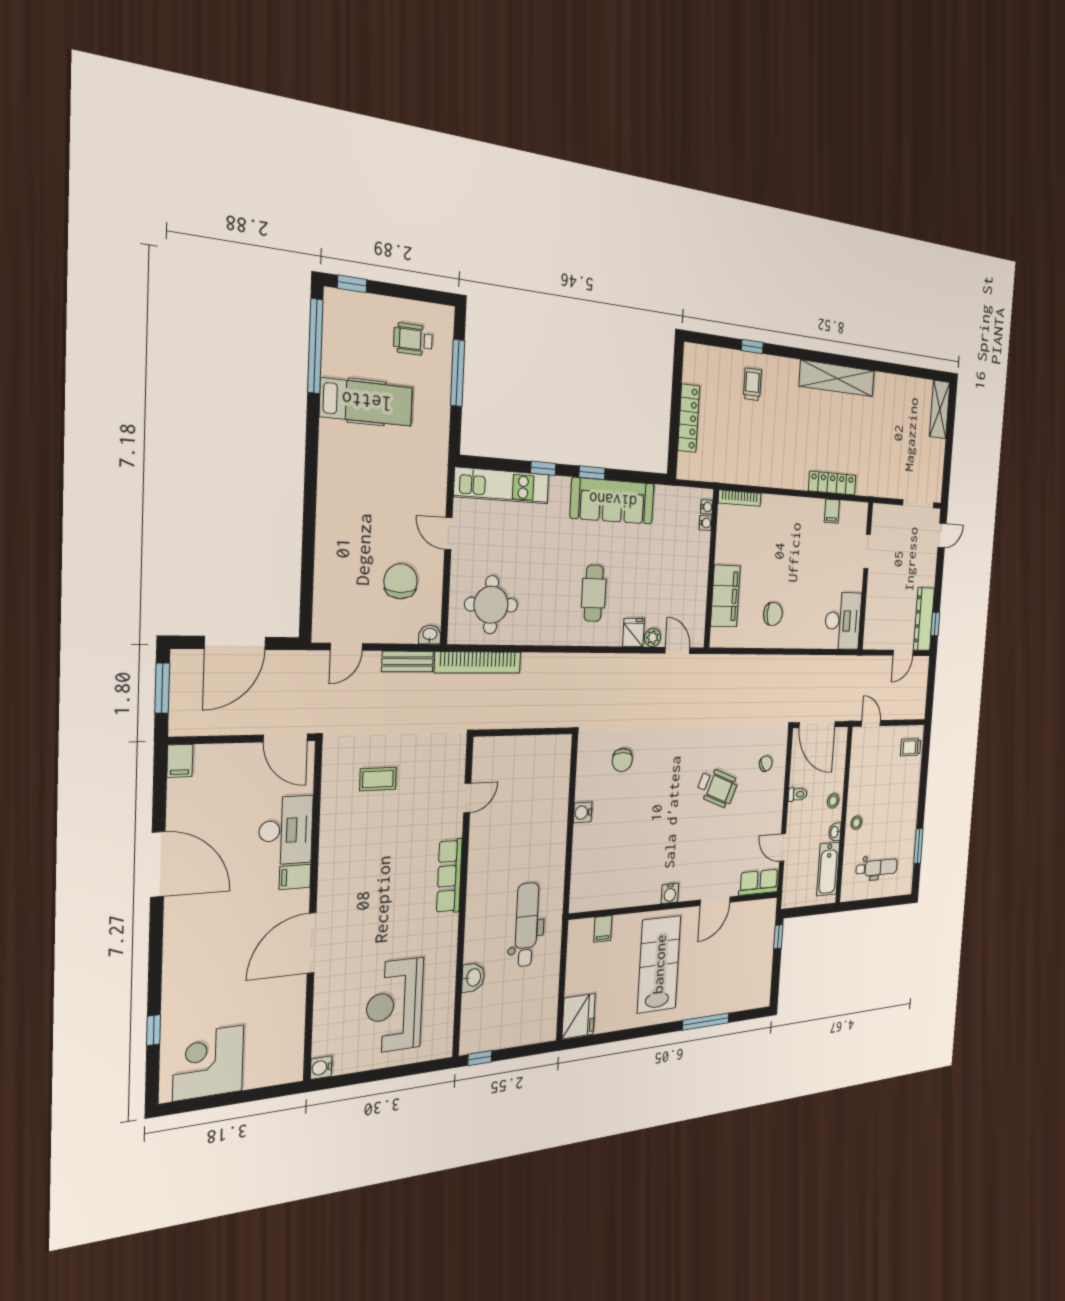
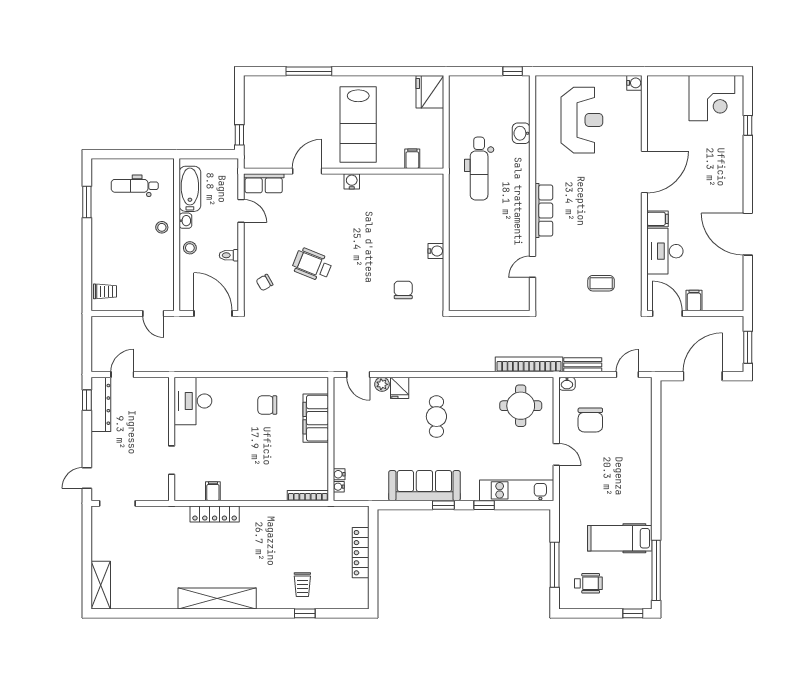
filing cabinet: (180, 761) -> (694, 300), moved

